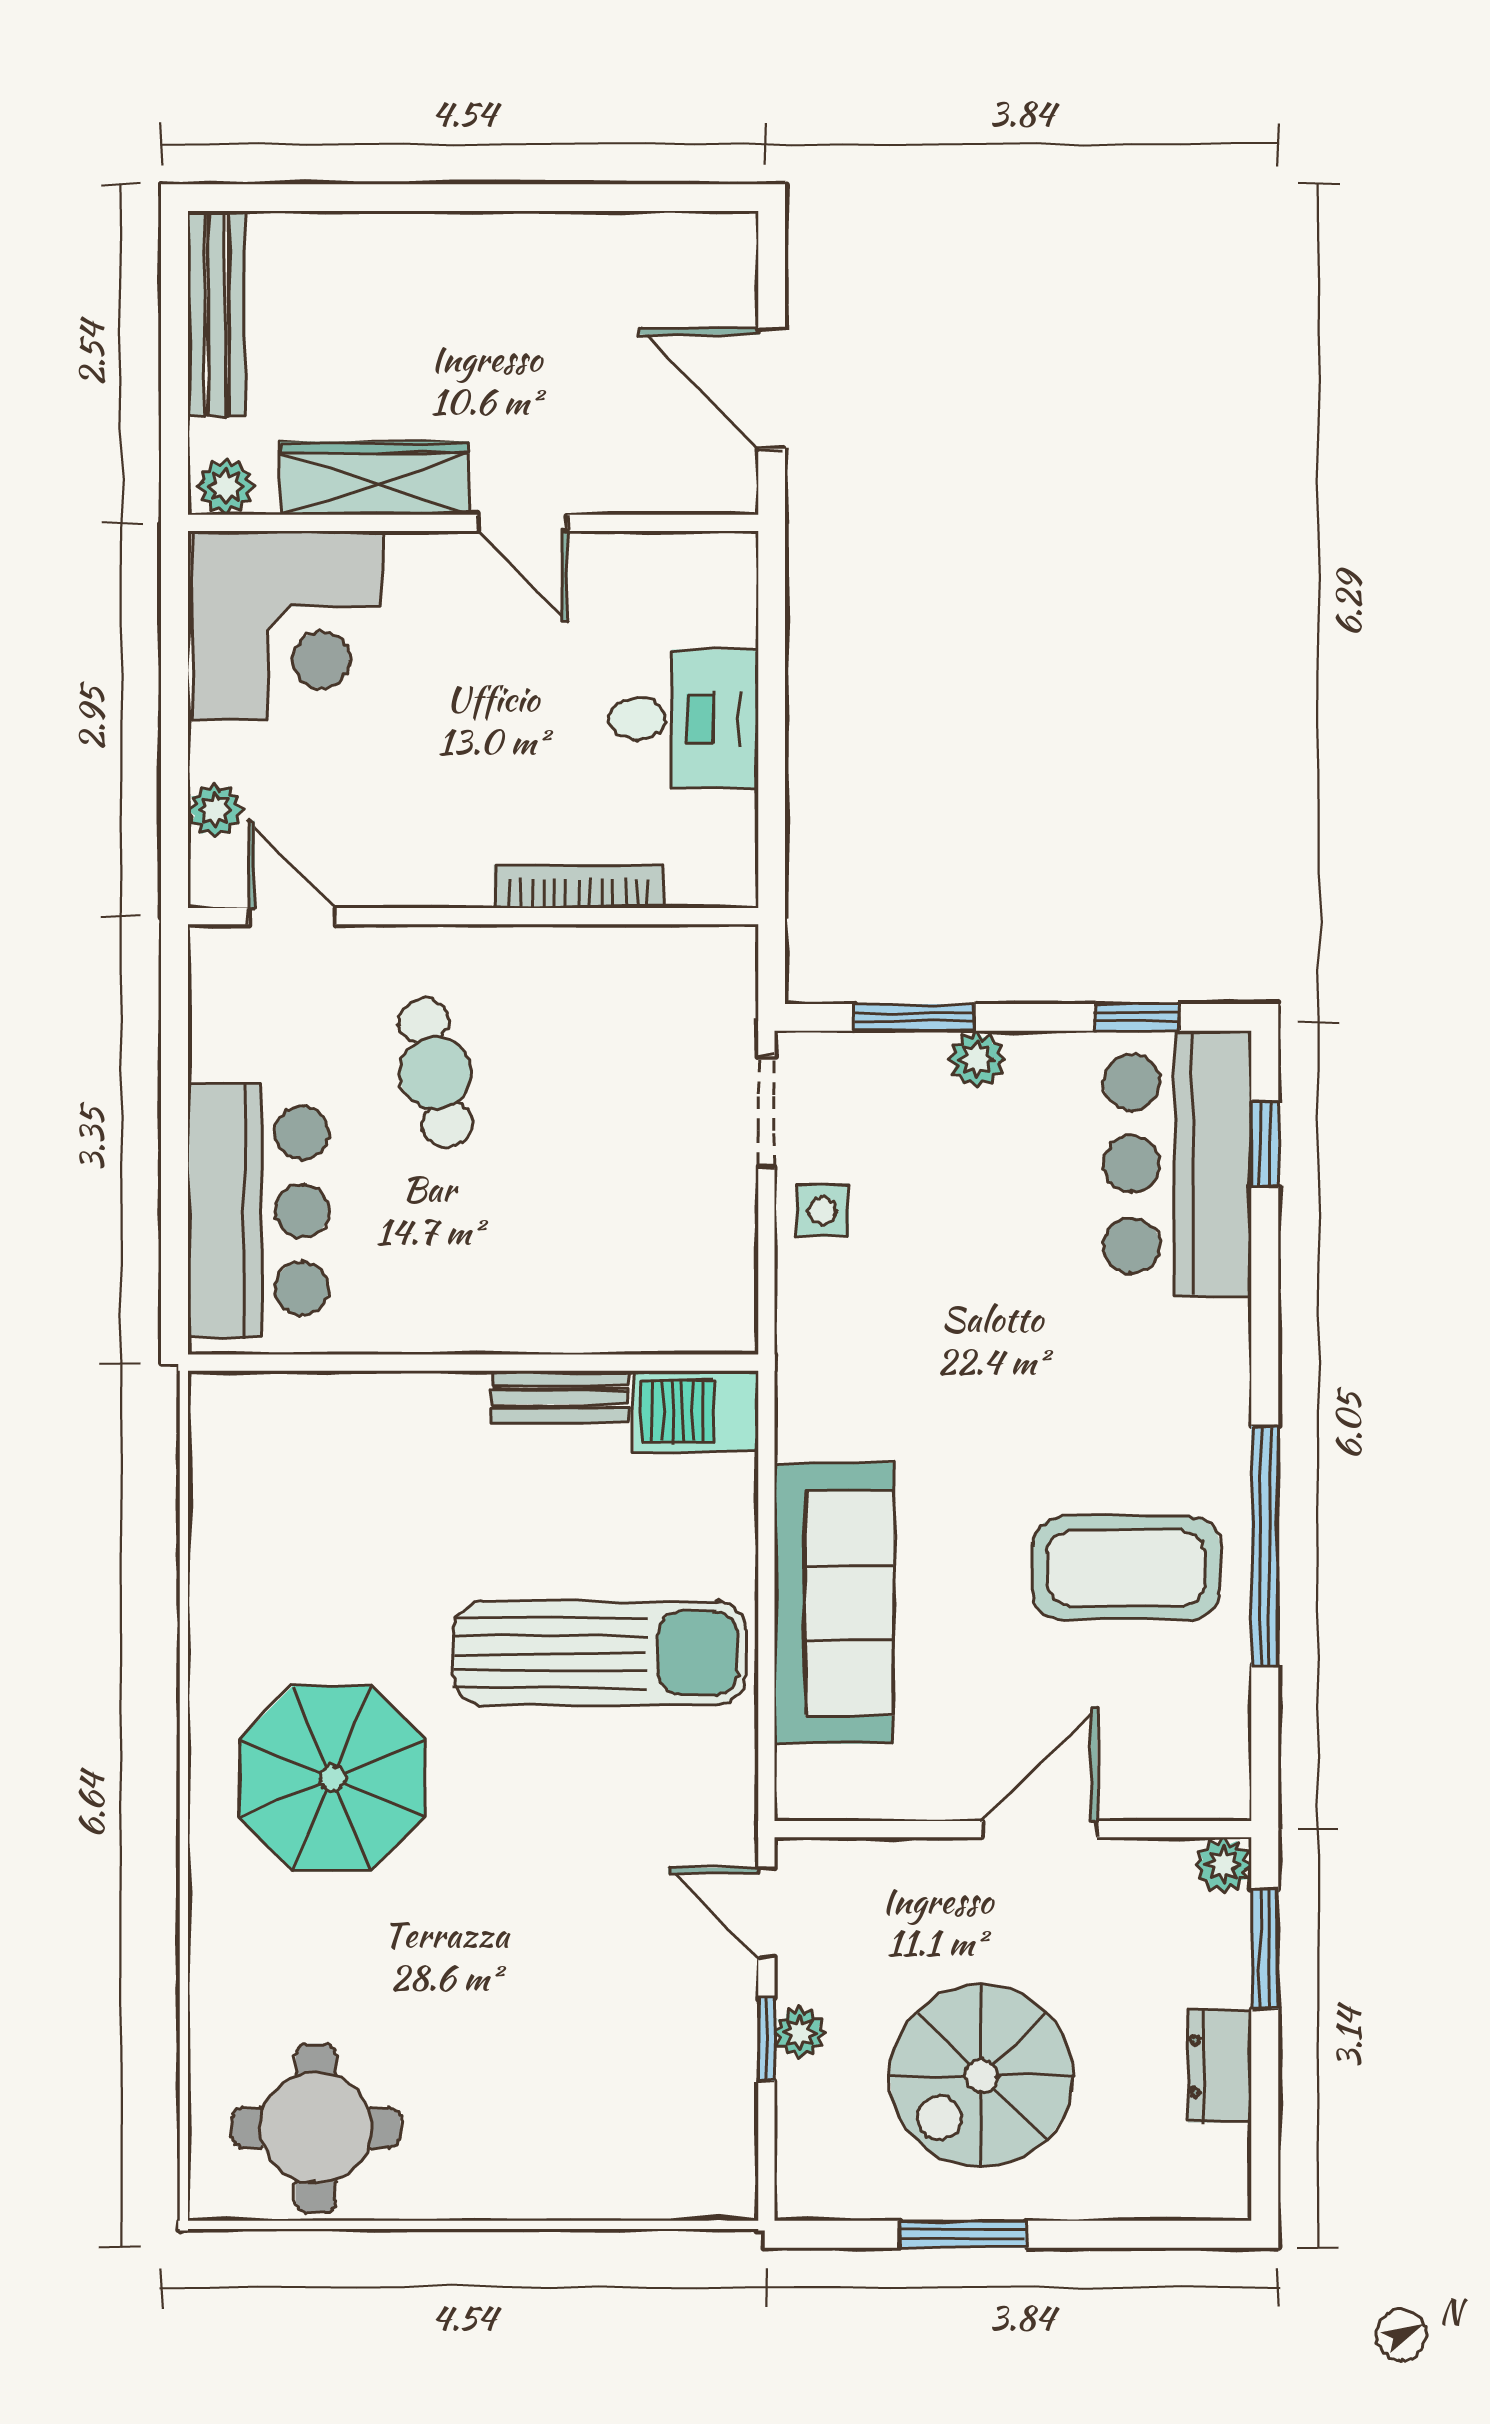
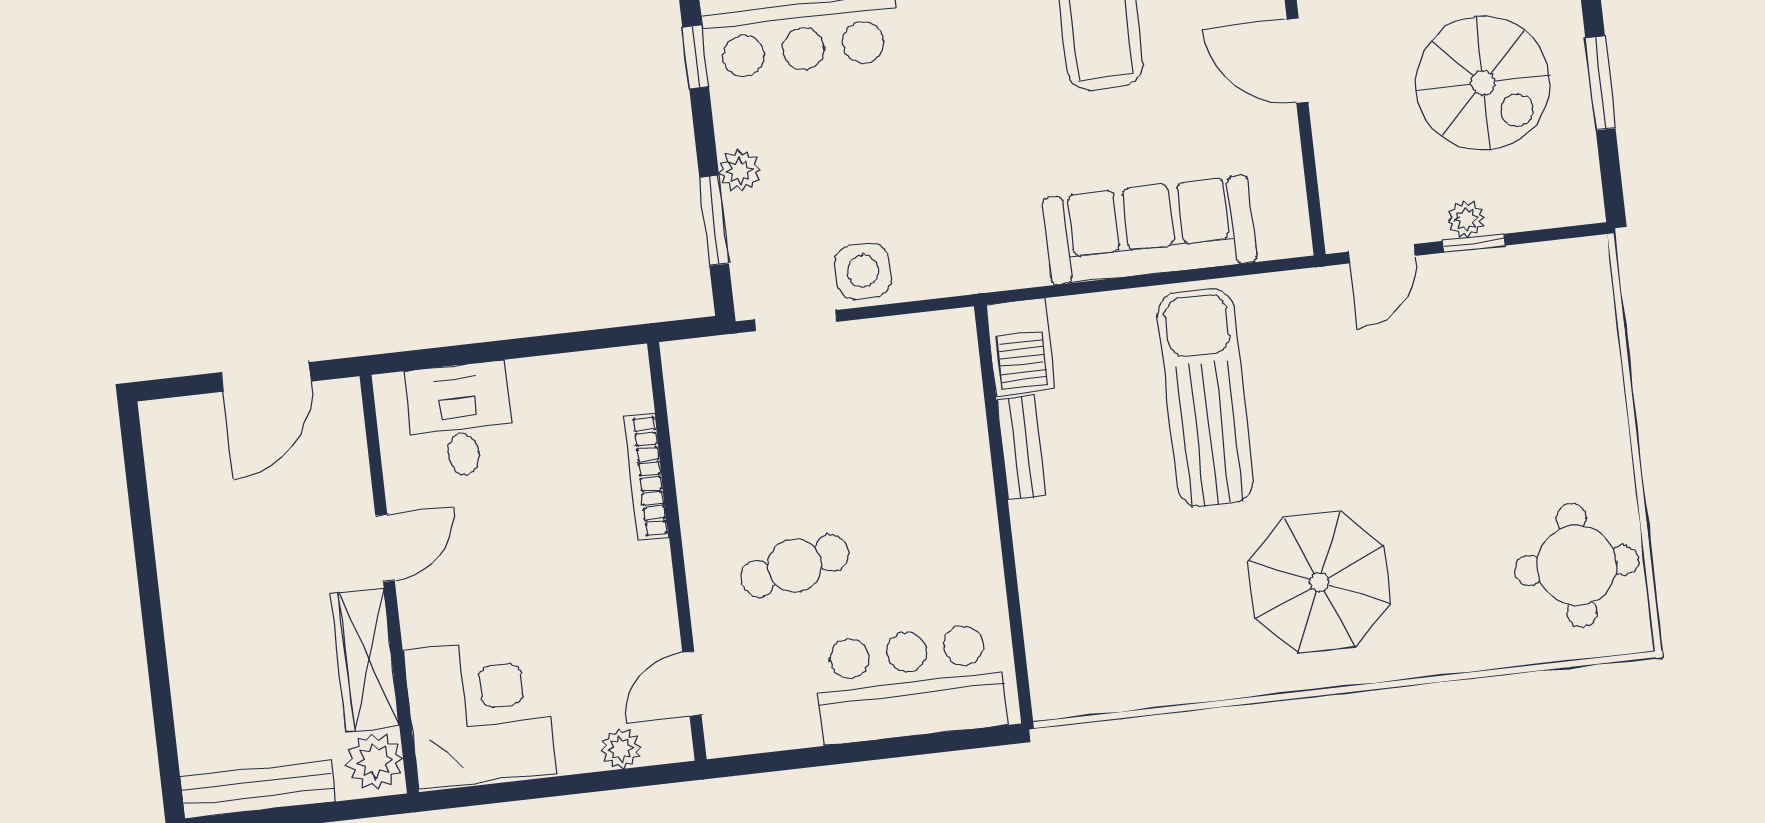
plant: (226, 487) -> (375, 761), width x1.38, depth x1.38
desk: (684, 719) -> (460, 420), moved
side table: (822, 1210) -> (863, 271), width x1.37, depth x1.37

